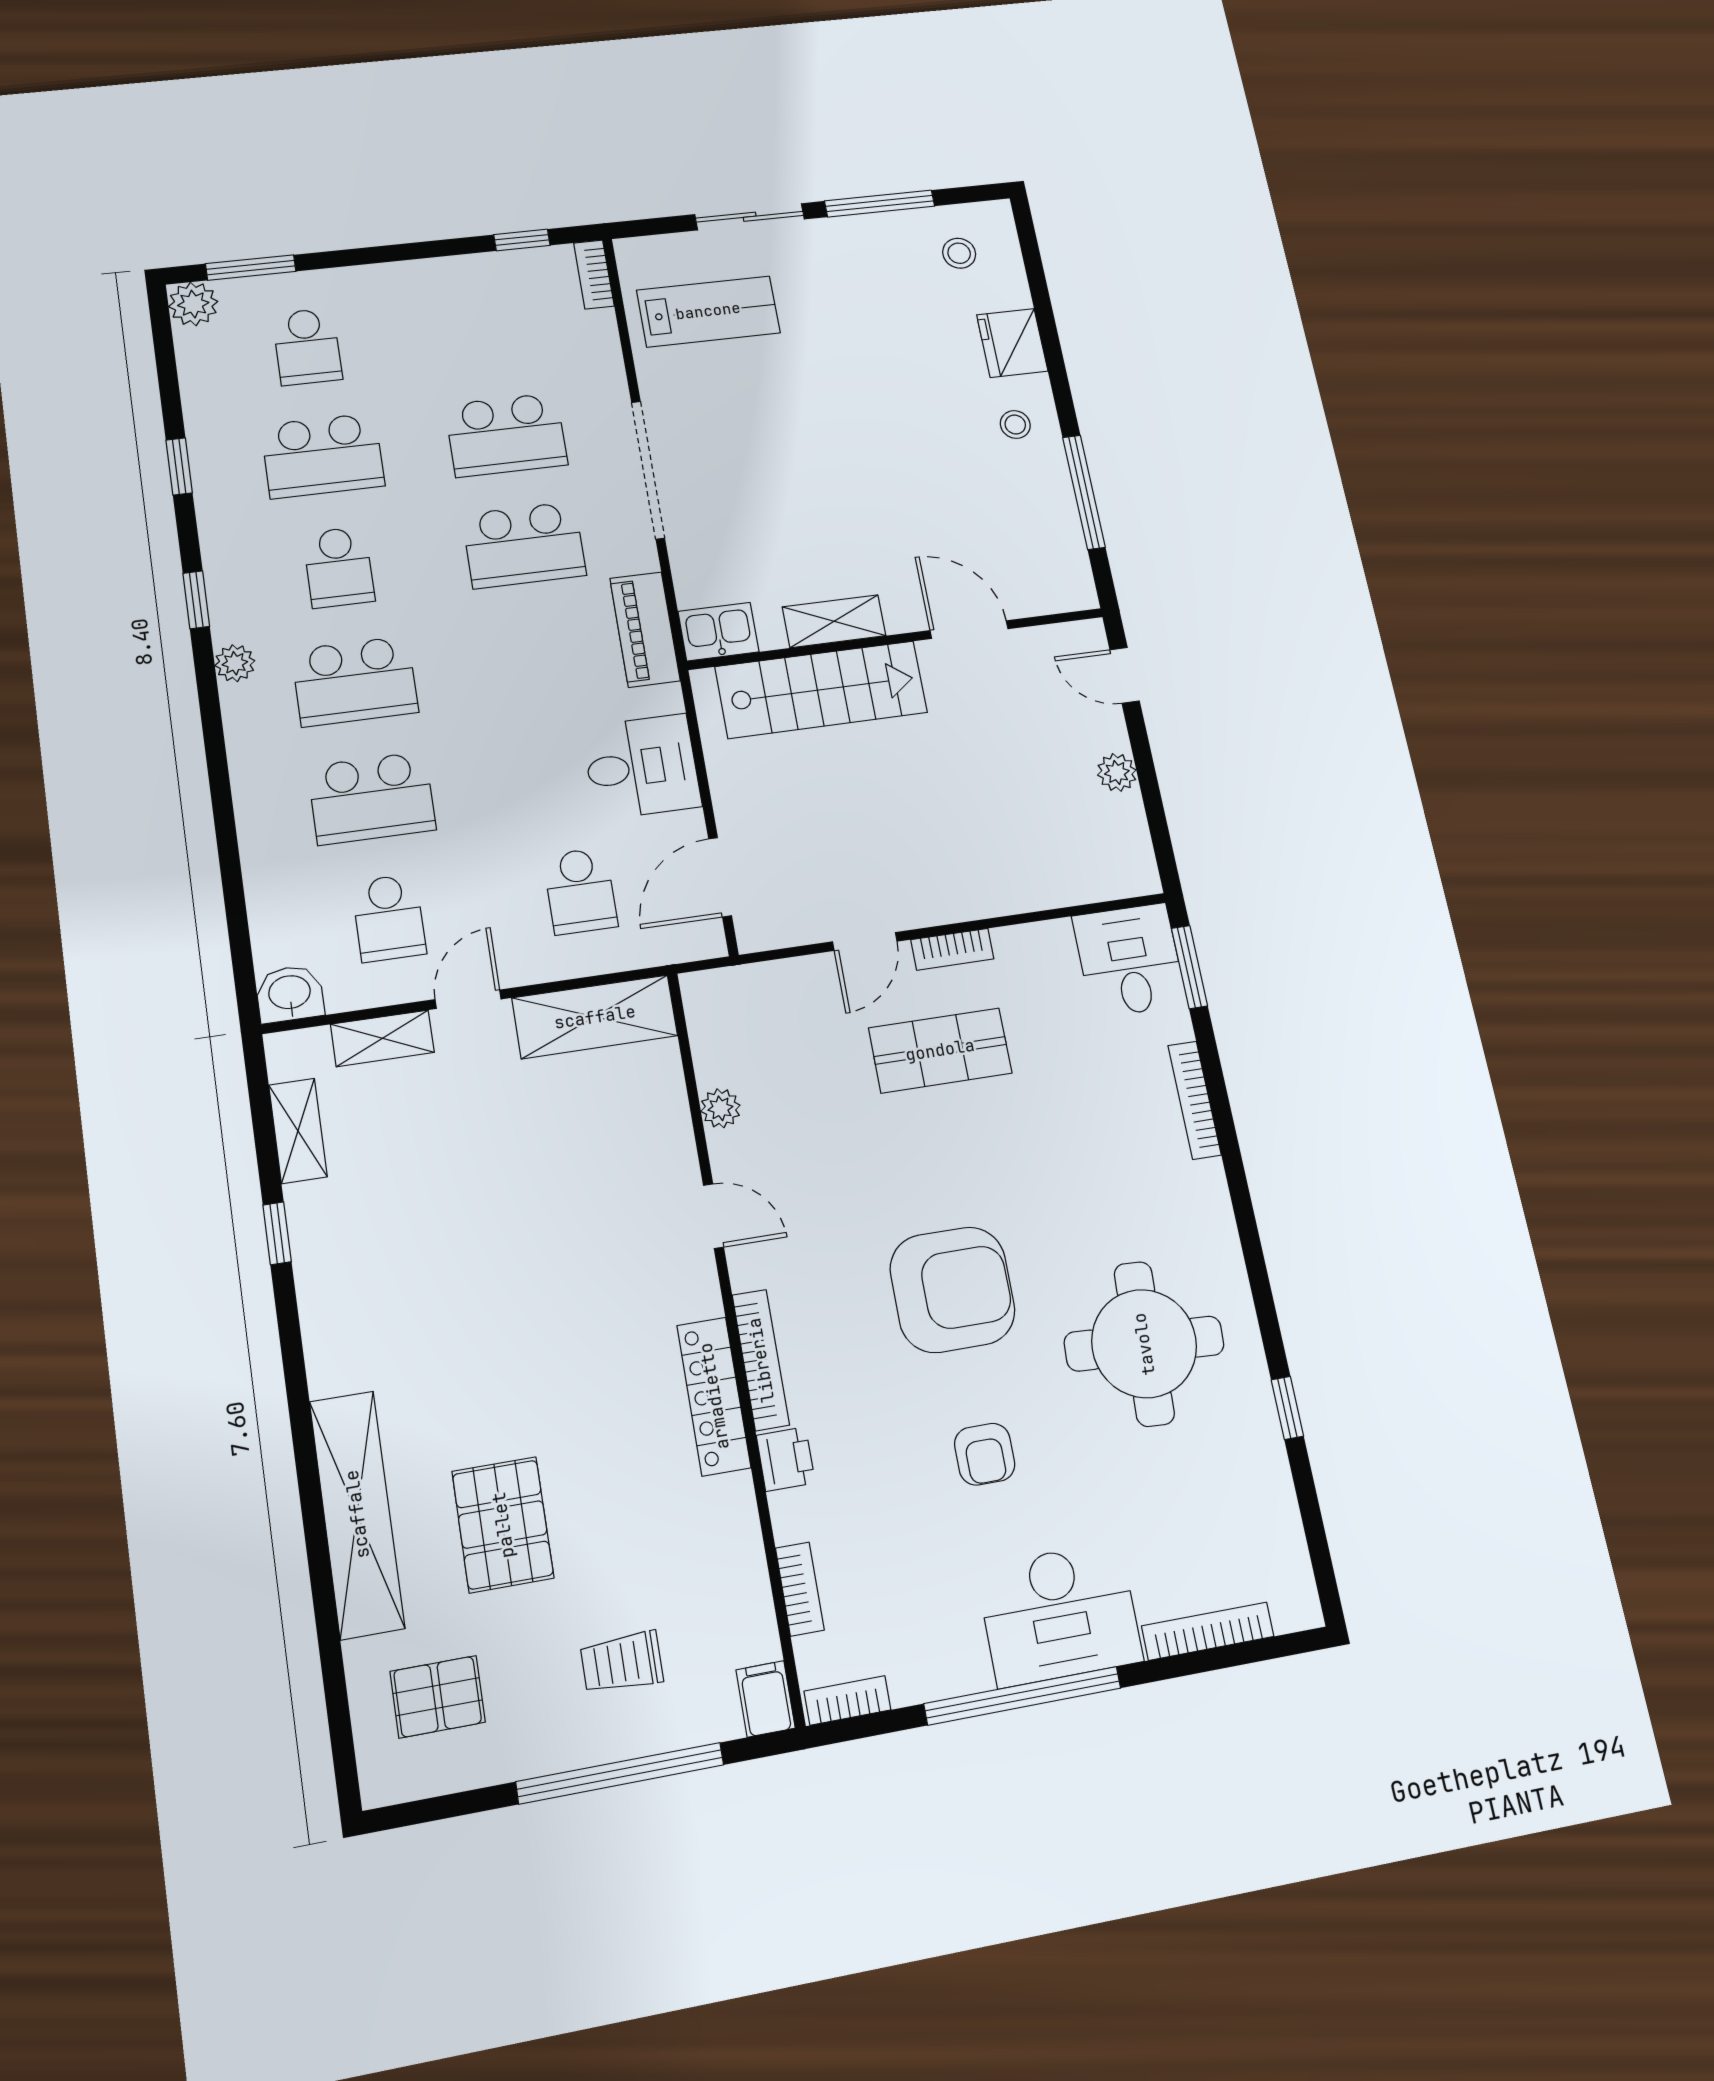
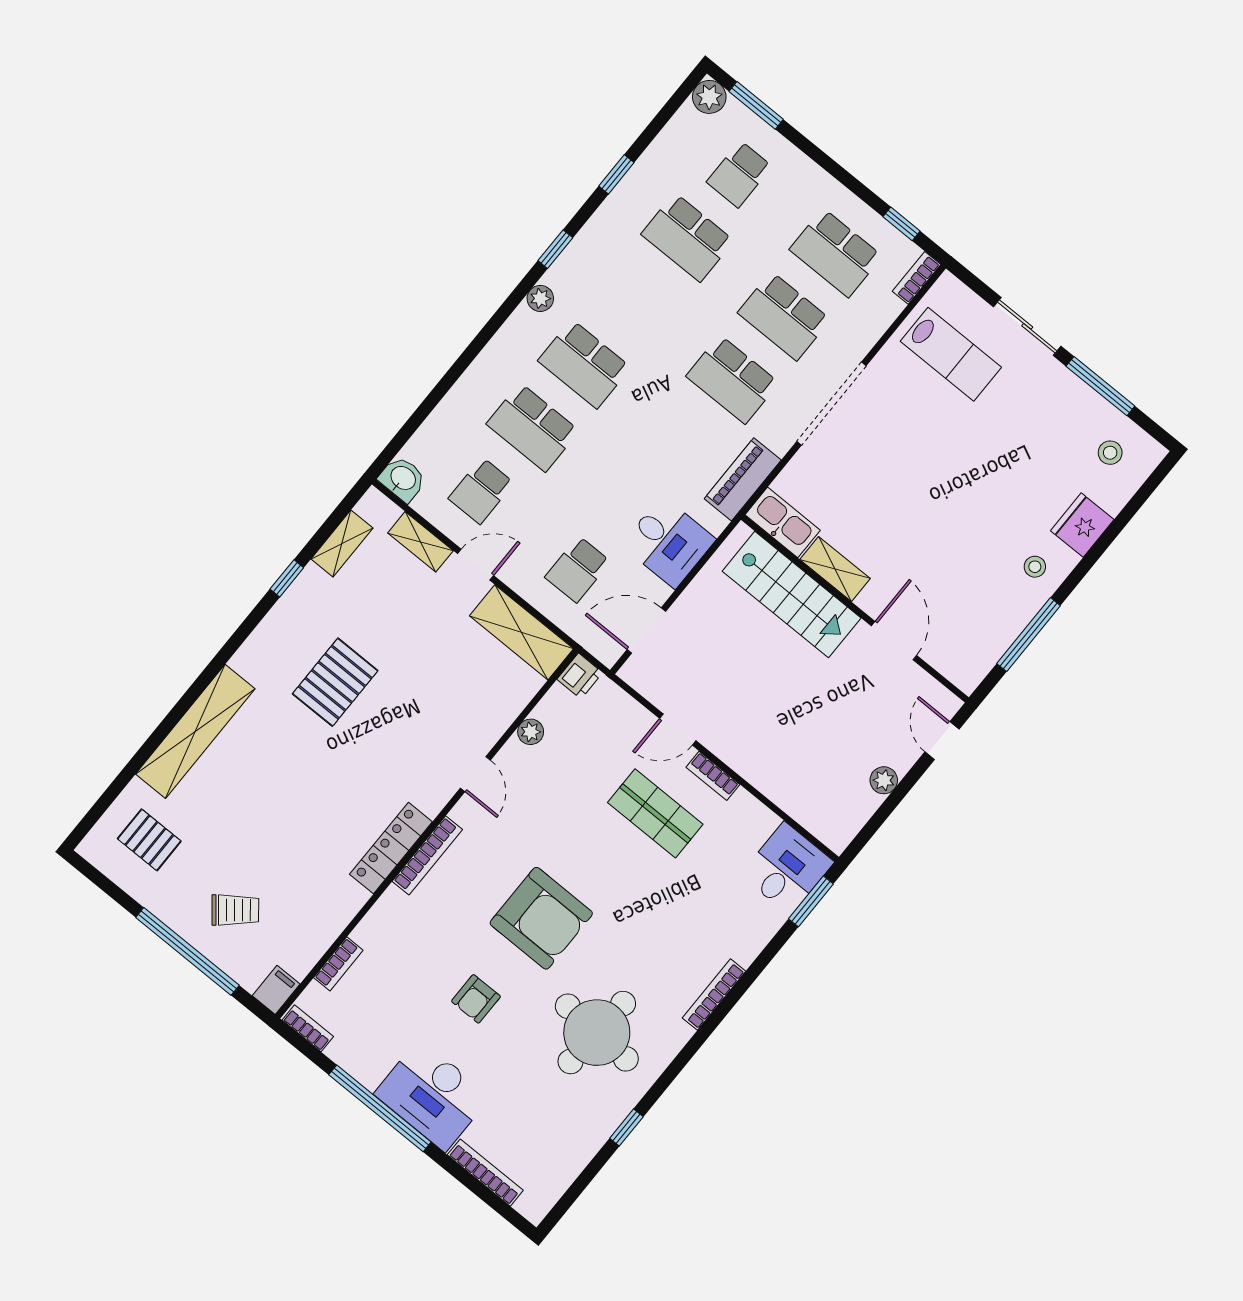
school desk: (339, 567) -> (836, 253), moved, width x1.85
kitchen sink: (718, 632) -> (783, 522), width x1.38
bookcase: (1194, 1100) -> (714, 995), moved
printer: (786, 1459) -> (580, 676), moved
pallet: (503, 1525) -> (335, 682), moved
trolley: (622, 1662) -> (235, 910), turned 141

